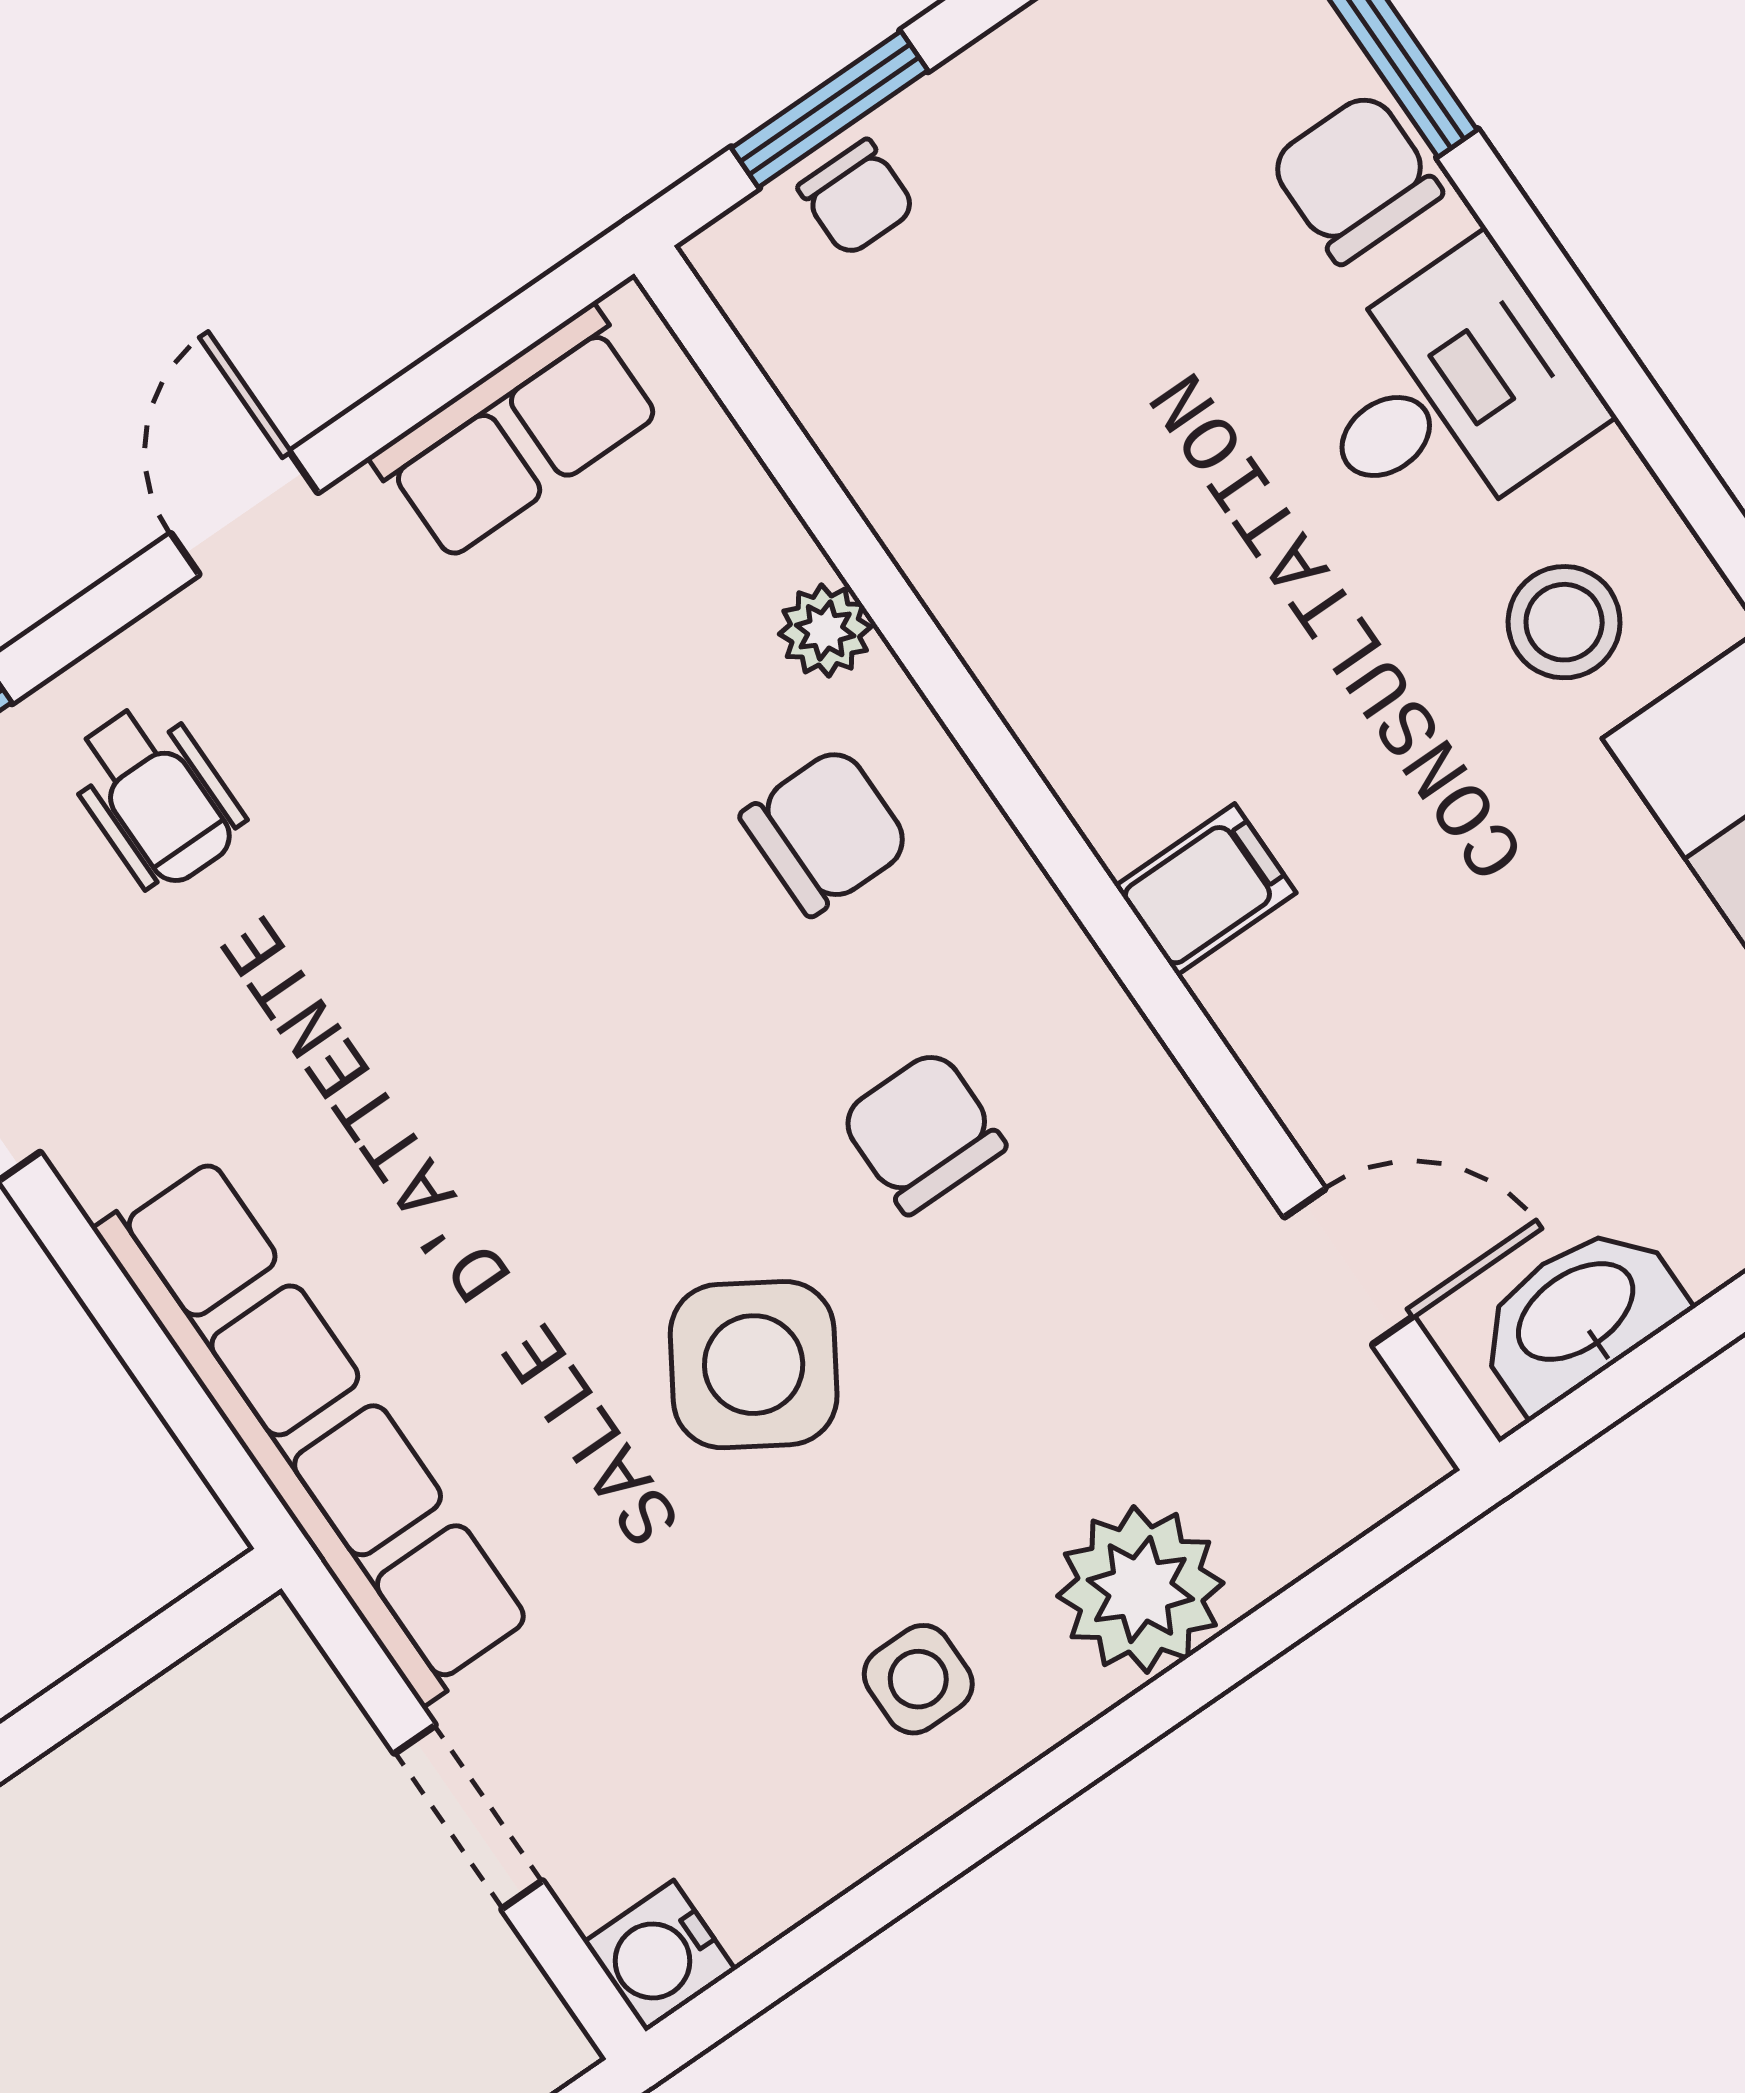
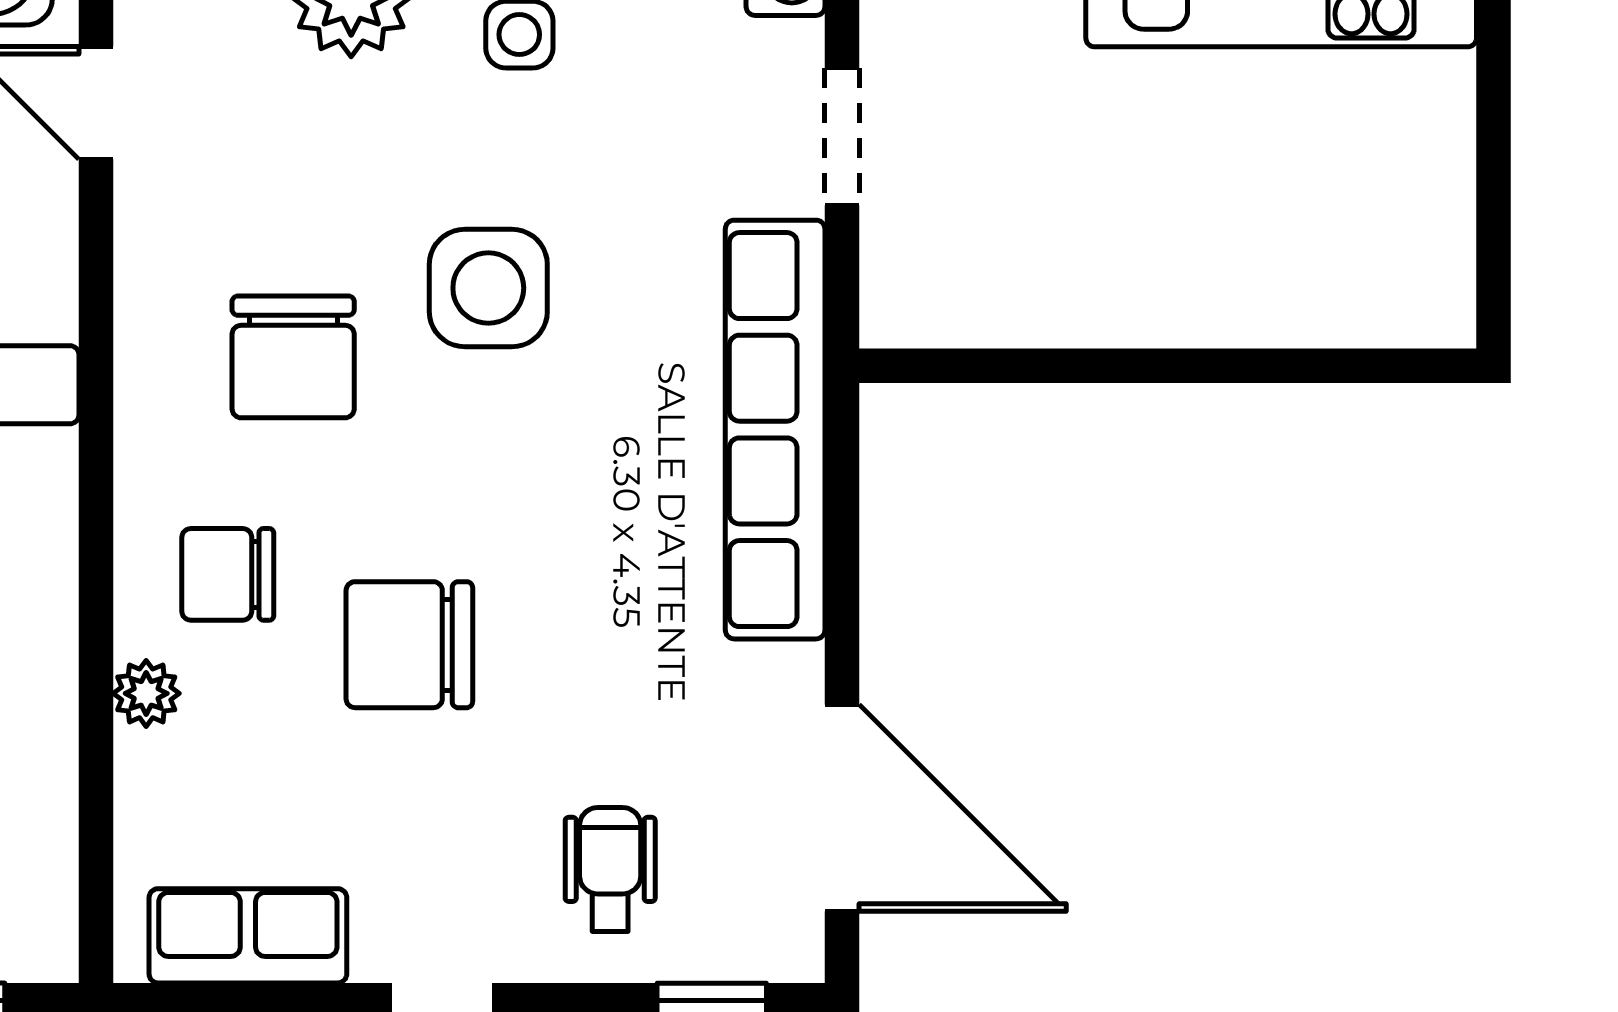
chair: (562, 894) -> (409, 645), added
chair: (923, 1132) -> (293, 357), width x1.37, depth x1.37
side table: (754, 1365) -> (488, 288), turned -32

